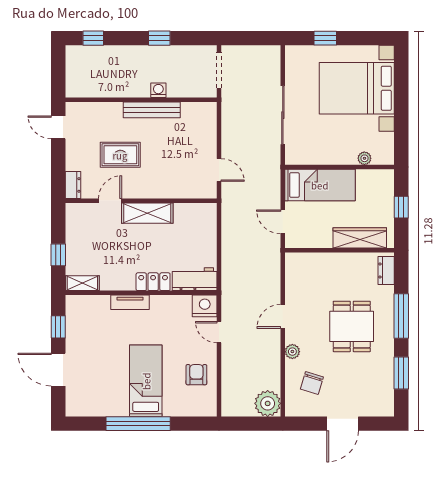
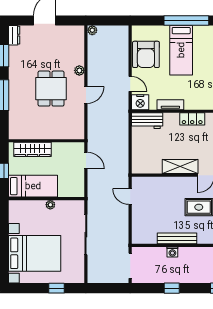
plant: (364, 158) -> (50, 205), moved
bed: (320, 185) -> (33, 186), moved, turned 180
dresser: (386, 270) -> (14, 35), moved
locker: (153, 282) -> (192, 119), moved
tv unit: (130, 302) -> (170, 105), moved
dining table: (352, 326) -> (51, 89), moved
armchair: (196, 375) -> (146, 54), width x1.88, depth x1.88
chair: (312, 383) -> (66, 49), removed
plant: (268, 403) -> (92, 30), width x0.53, depth x0.53

